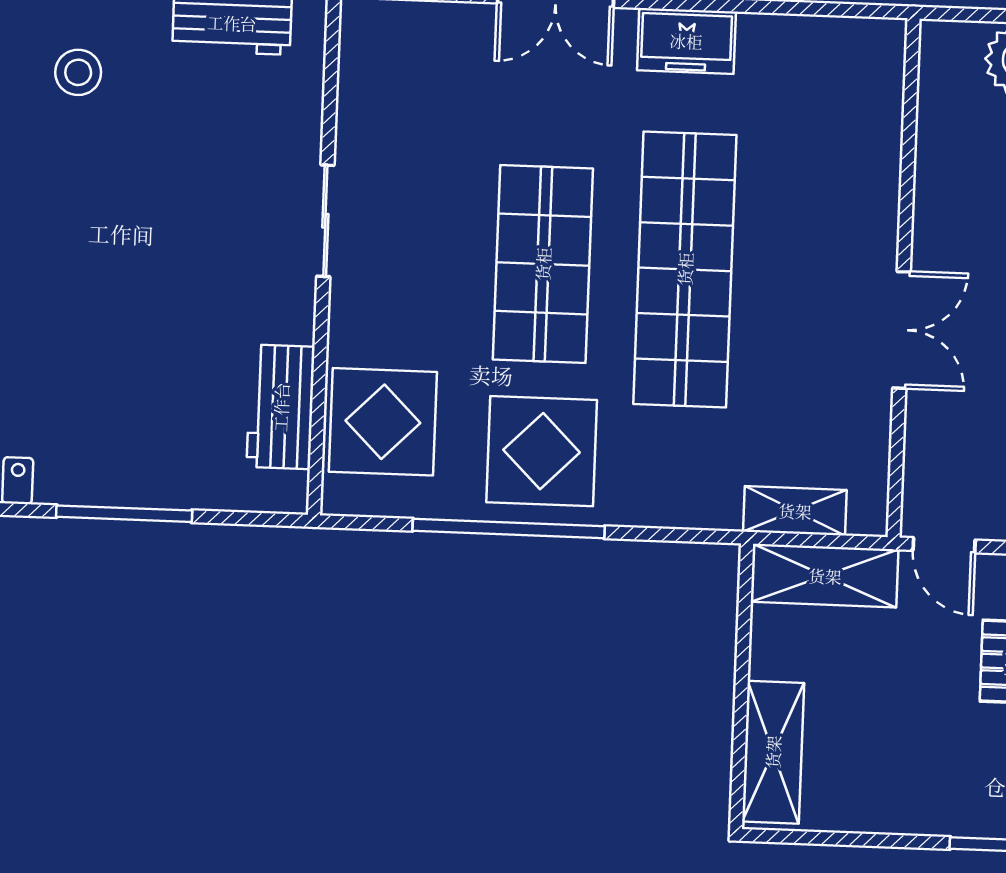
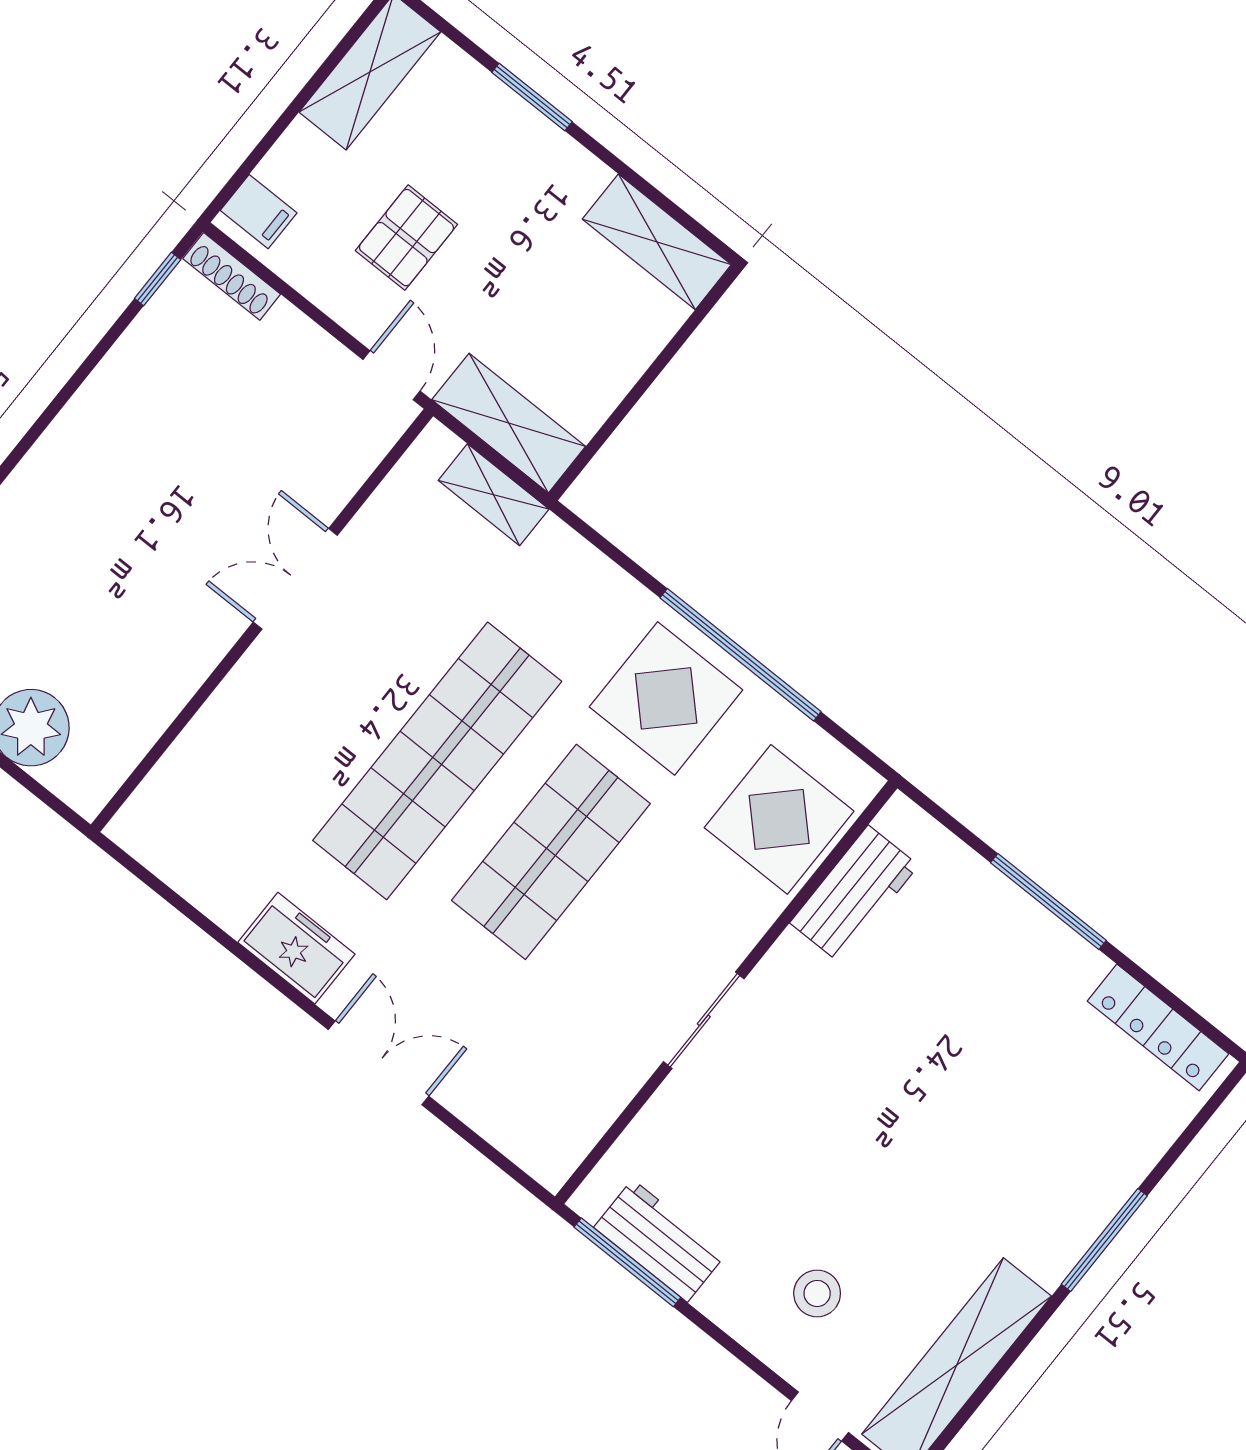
shelving: (773, 752) -> (657, 242), moved, turned 90

